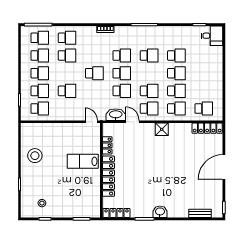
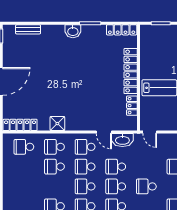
school desk: (176, 73) -> (85, 186), moved
shower: (162, 129) -> (57, 124), moved

